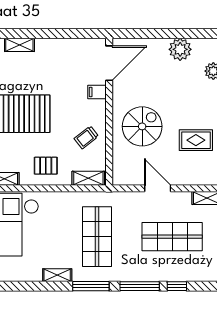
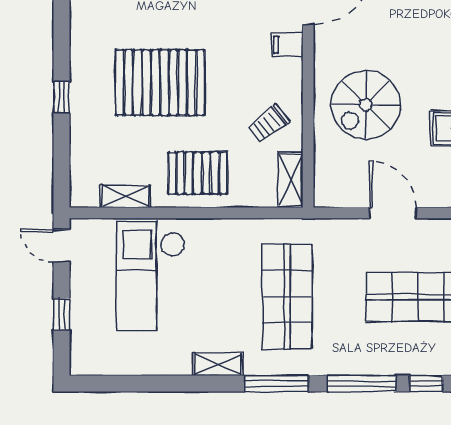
spiral stairs: (142, 126) -> (366, 105), turned 180
pallet: (46, 166) -> (198, 173), width x1.50, depth x1.42
shelving: (88, 178) -> (290, 180), moved, turned 90

